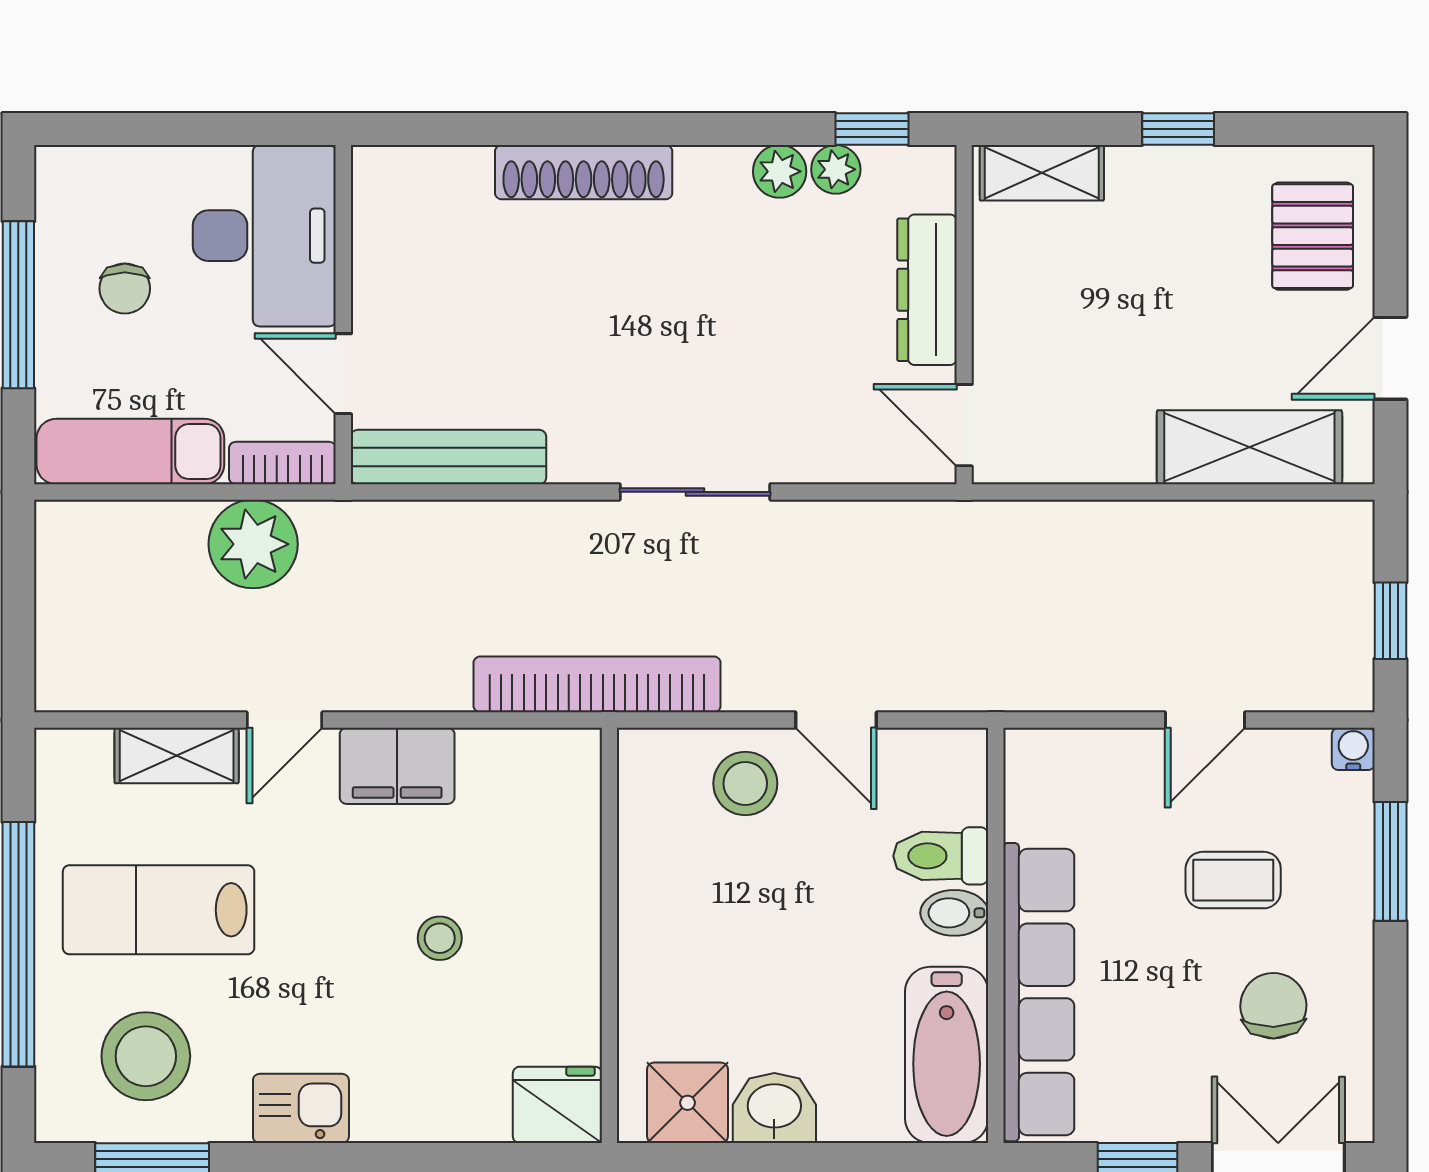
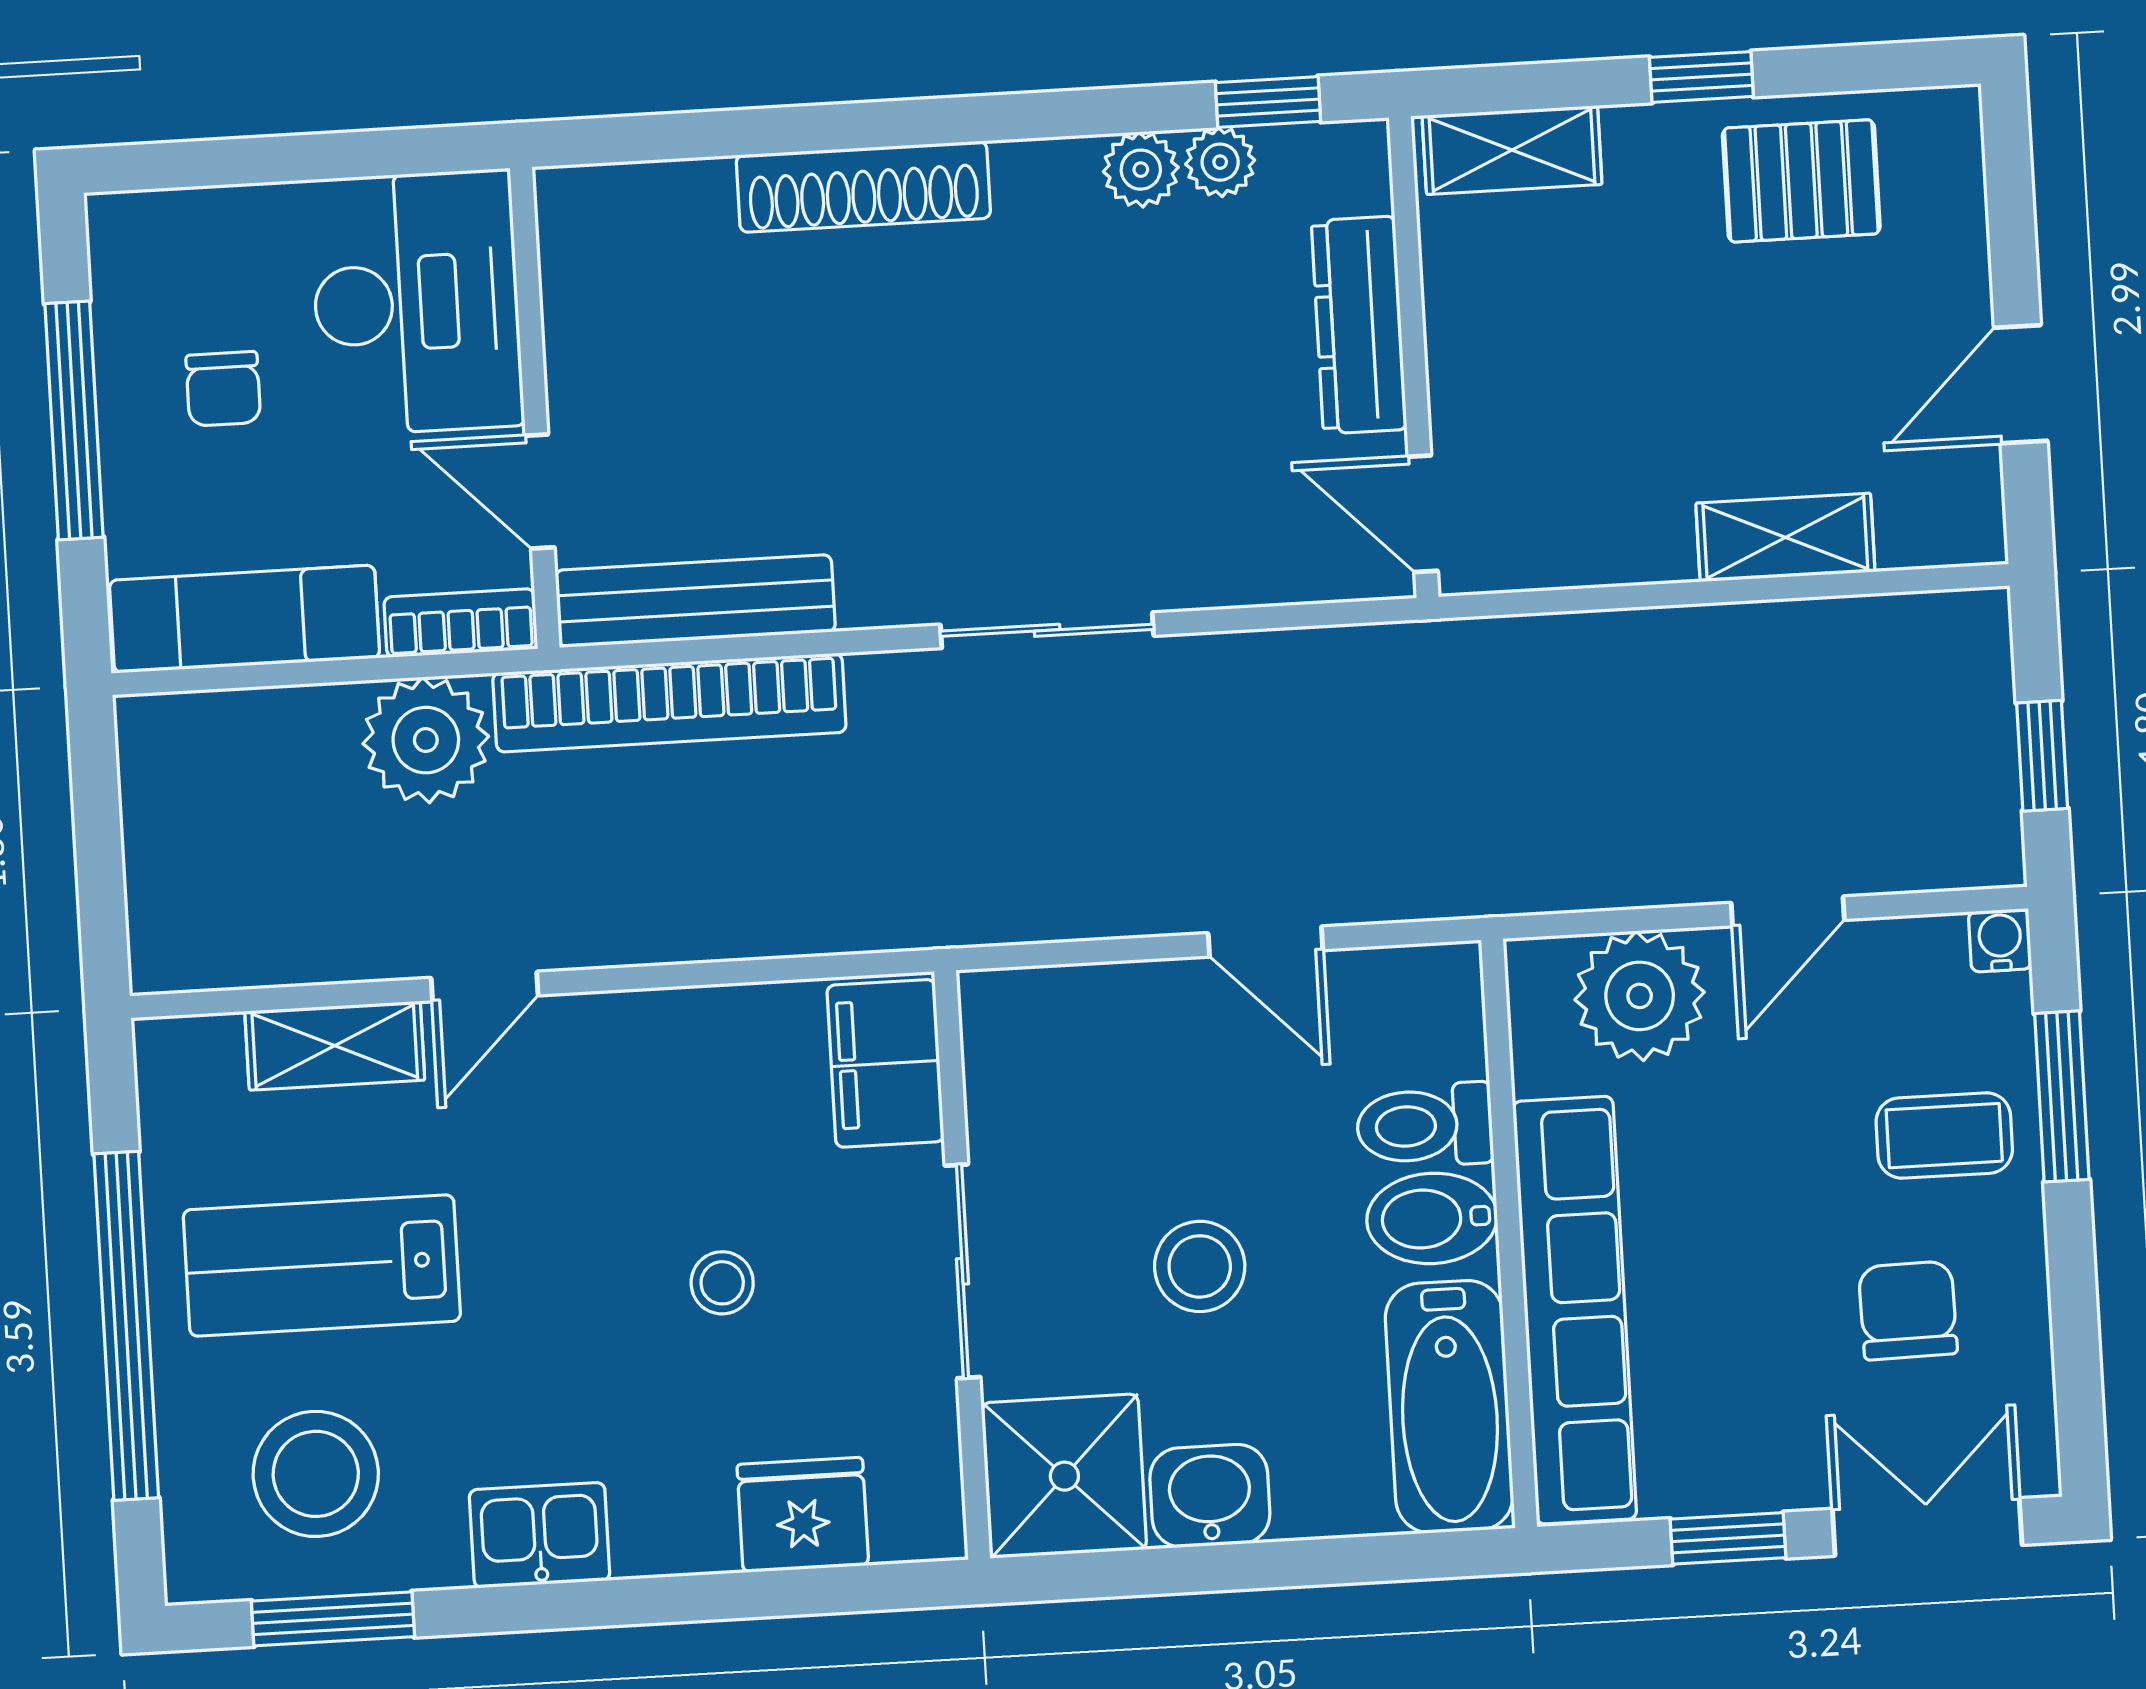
pallet: (1313, 236) -> (1801, 181), moved, turned 90
shelving: (1249, 447) -> (1785, 537), width x0.67, depth x0.75
bookcase: (597, 684) -> (669, 703), moved, turned 180
filing cabinet: (397, 766) -> (885, 1063), moved, turned 90
plant: (1097, 773) -> (1640, 996), added
stool: (745, 783) -> (1200, 1266), moved
coffee table: (1233, 880) -> (1944, 1136), moved
bidet: (954, 913) -> (1432, 1218), width x1.38, depth x1.36
sliding door: (609, 940) -> (963, 1271), added
shower: (687, 1103) -> (1064, 1476), width x1.36, depth x1.36
fridge: (557, 1105) -> (803, 1515), moved

